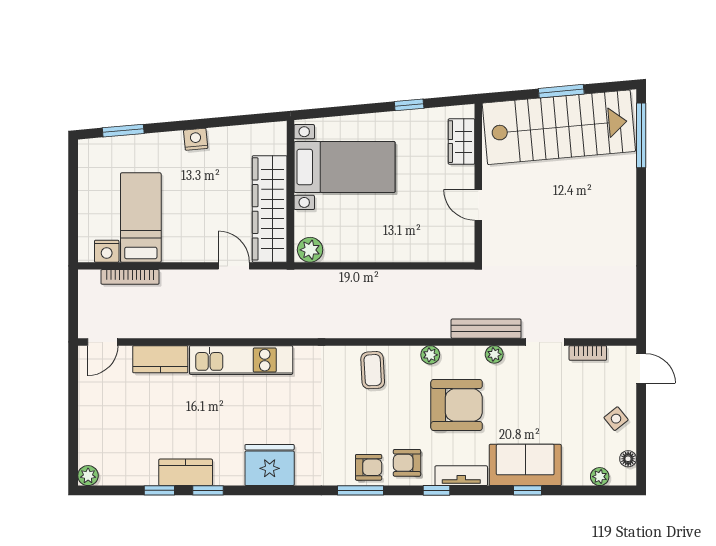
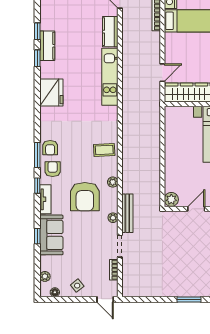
window: (641, 218) -> (189, 299), added
plant: (310, 250) -> (171, 199), moved
door: (641, 368) -> (105, 299), hinge flipped
window: (360, 490) -> (37, 155), moved

